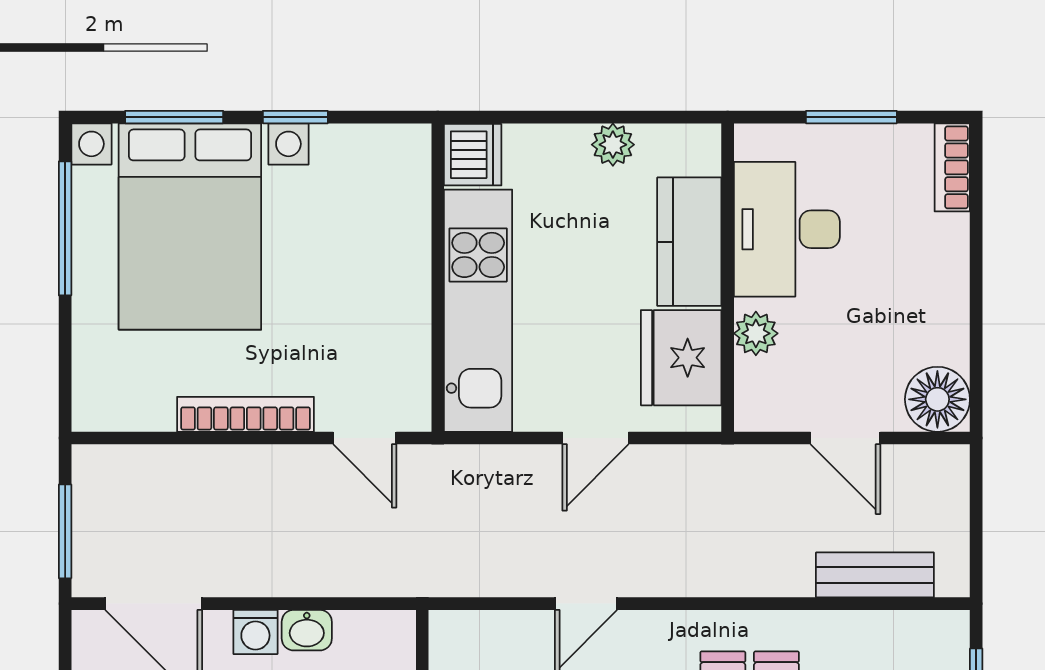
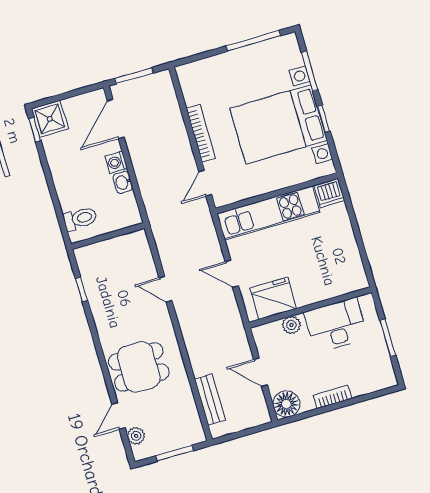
plant: (613, 145) -> (349, 247), removed
bookcase: (952, 167) -> (333, 397), moved
bed with nightstands: (190, 226) -> (278, 124), moved
kitchen counter: (689, 242) -> (320, 288), removed
door: (845, 438) -> (261, 372), hinge flipped

